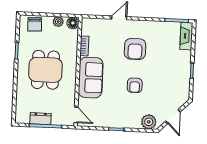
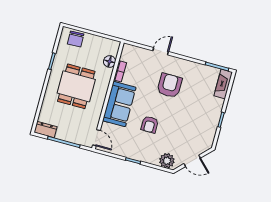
plant: (58, 22) -> (99, 41), removed
floor lamp: (73, 23) -> (110, 61), moved
armchair: (135, 49) -> (170, 86), turned 180
armchair: (135, 85) -> (150, 125), moved
door: (173, 116) -> (192, 161), hinge flipped
dresser: (40, 119) -> (46, 129), moved

